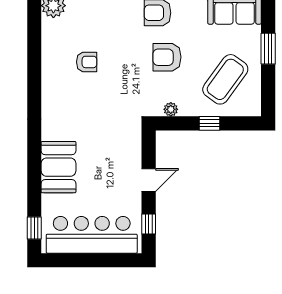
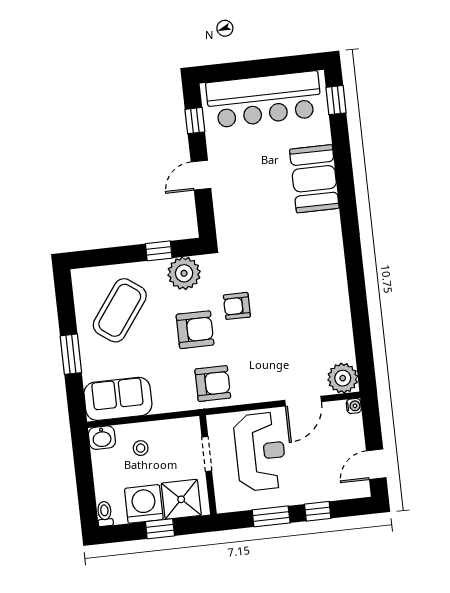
armchair: (87, 62) -> (237, 306), moved
plant: (171, 109) -> (184, 273), width x1.87, depth x1.87
window: (209, 123) -> (159, 251), moved

